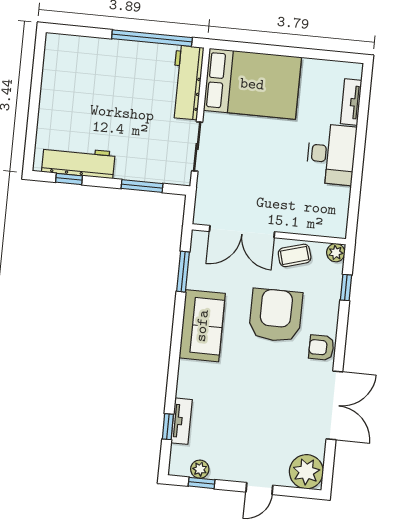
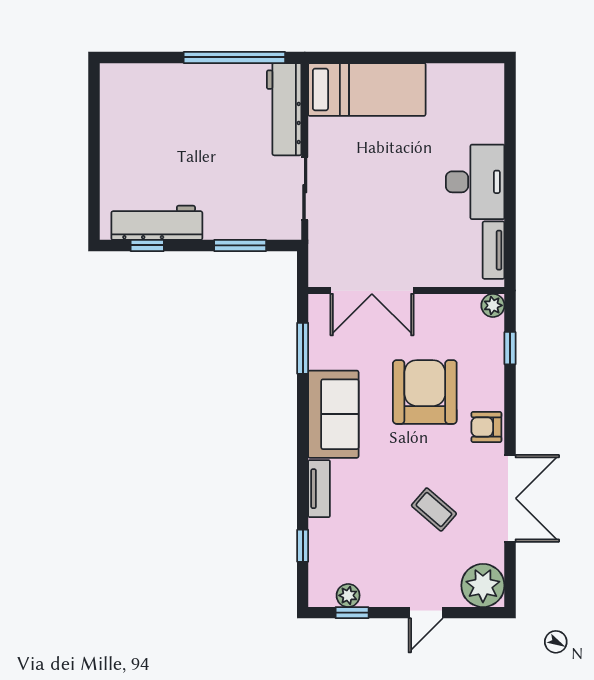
bed: (252, 84) -> (367, 89), width x0.67
tv unit: (351, 102) -> (494, 250), moved
coffee table: (295, 255) -> (434, 509), moved, turned 57
tv unit: (181, 421) -> (319, 489), moved

